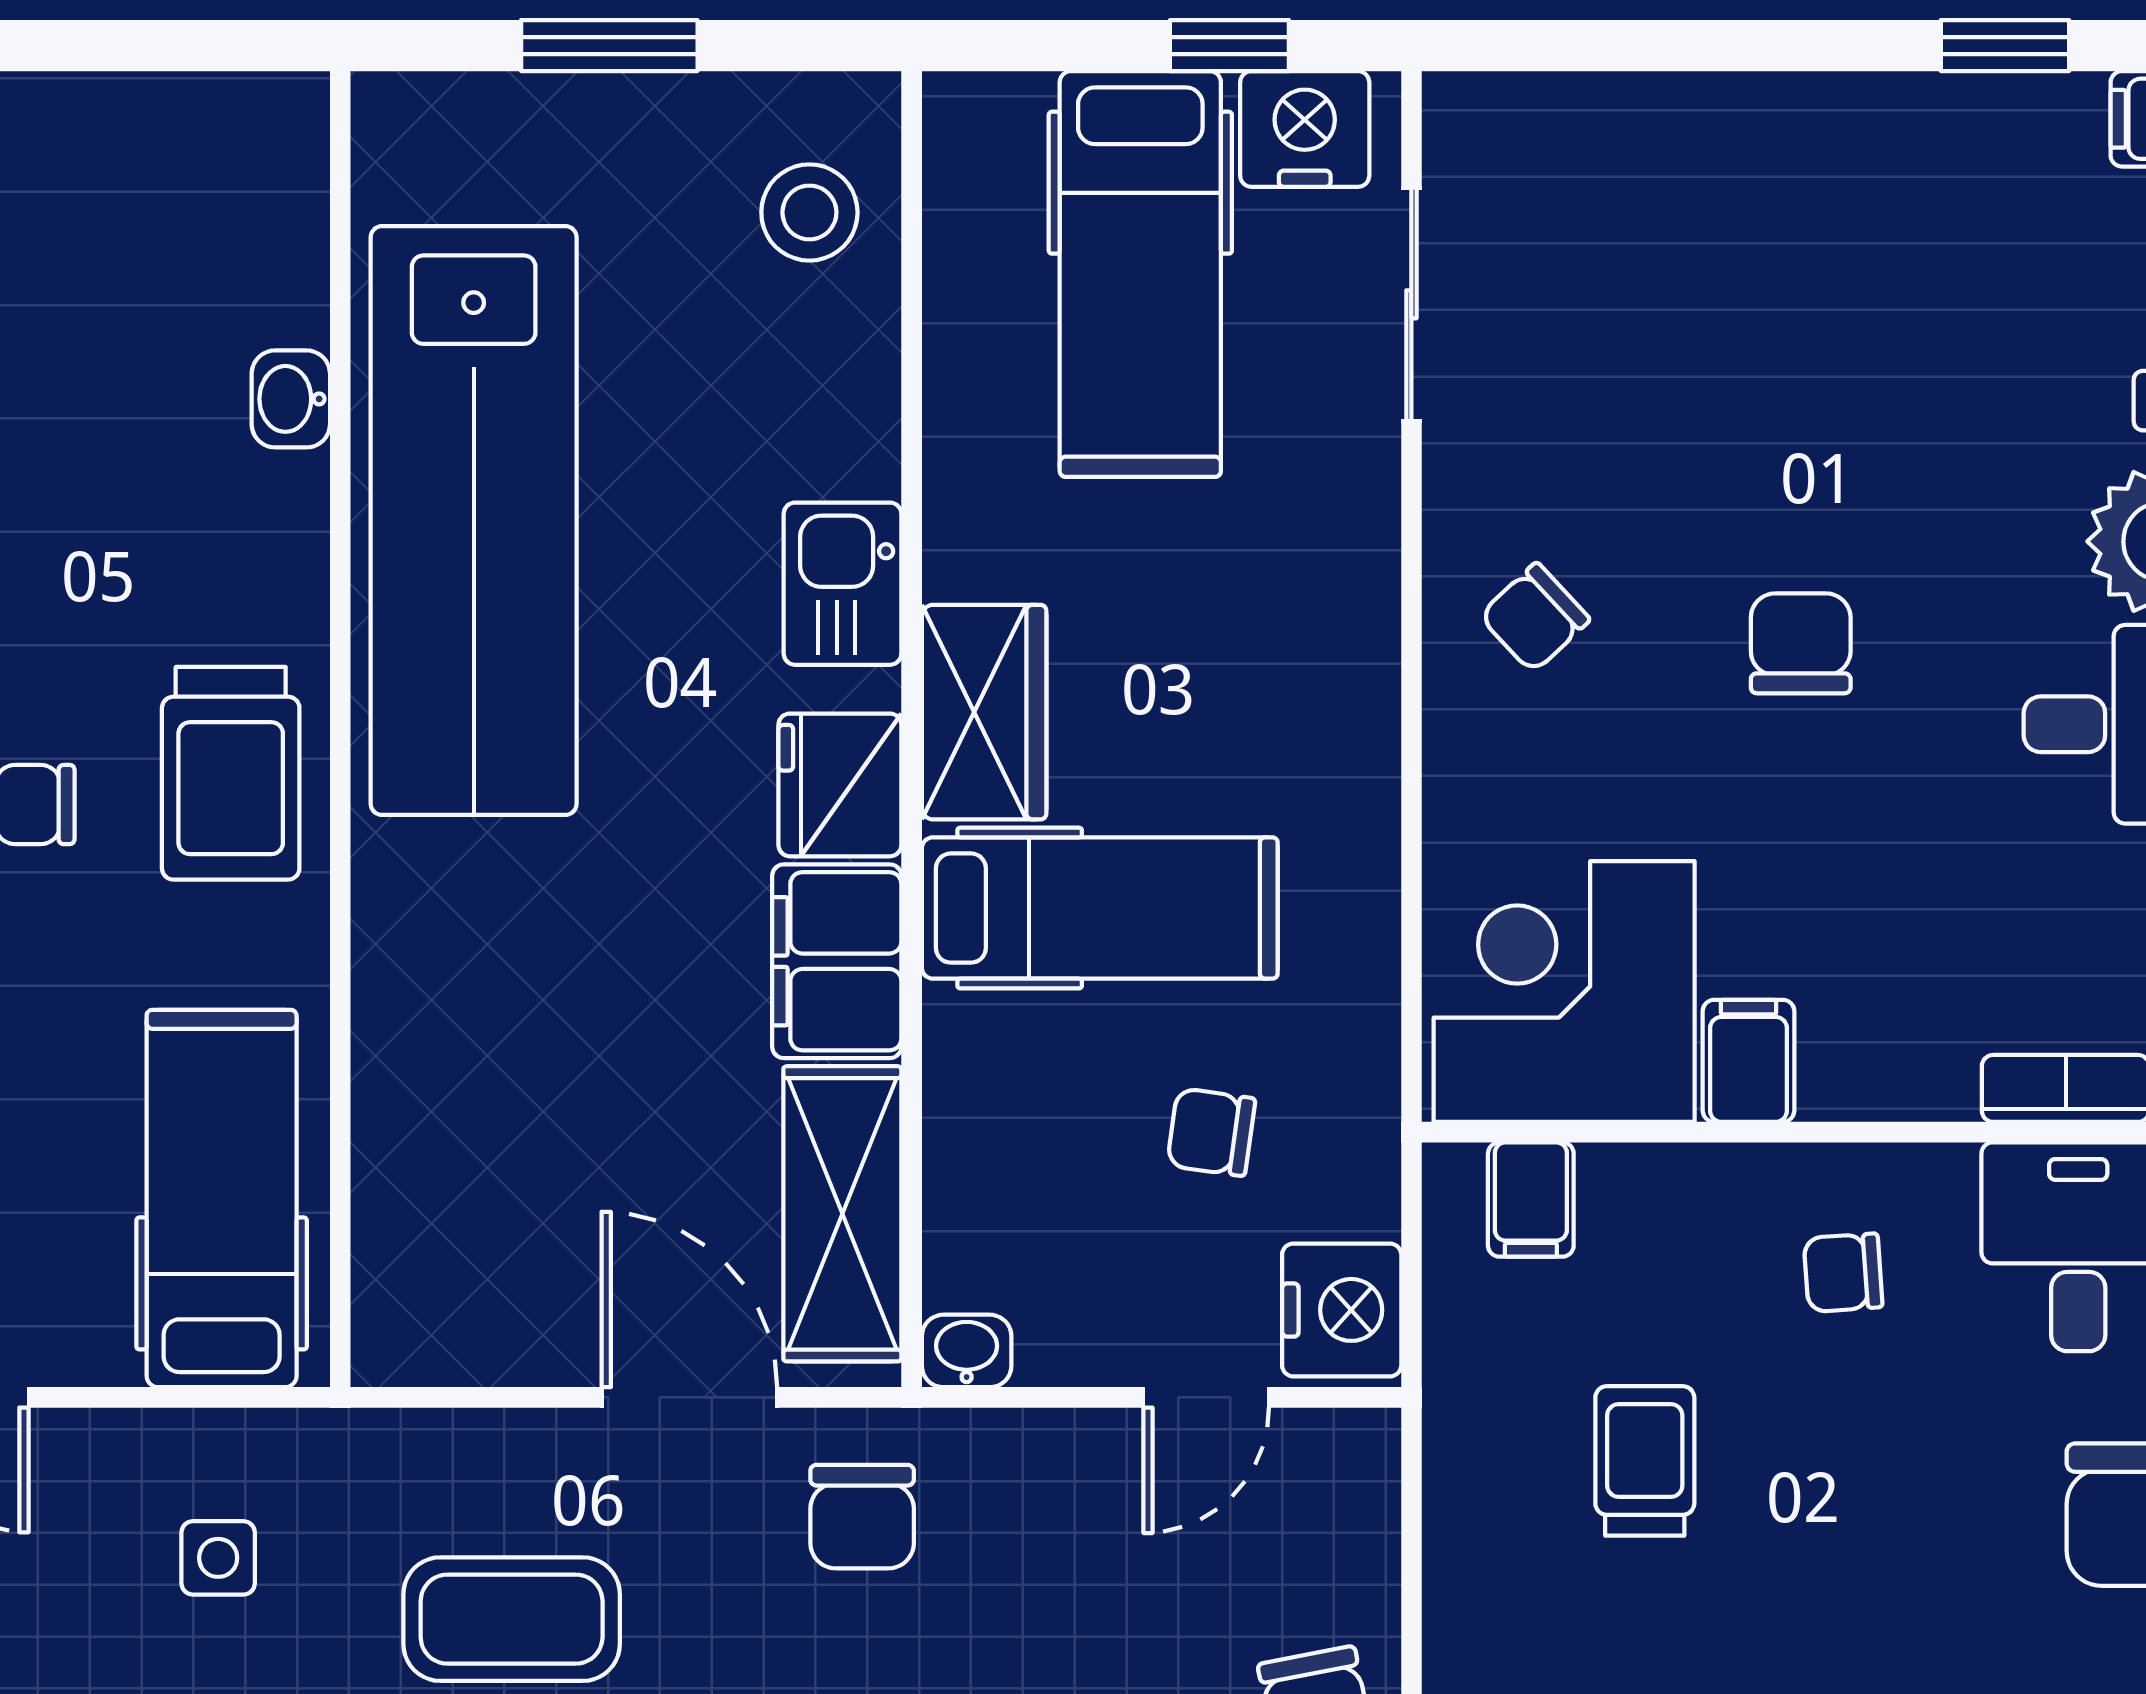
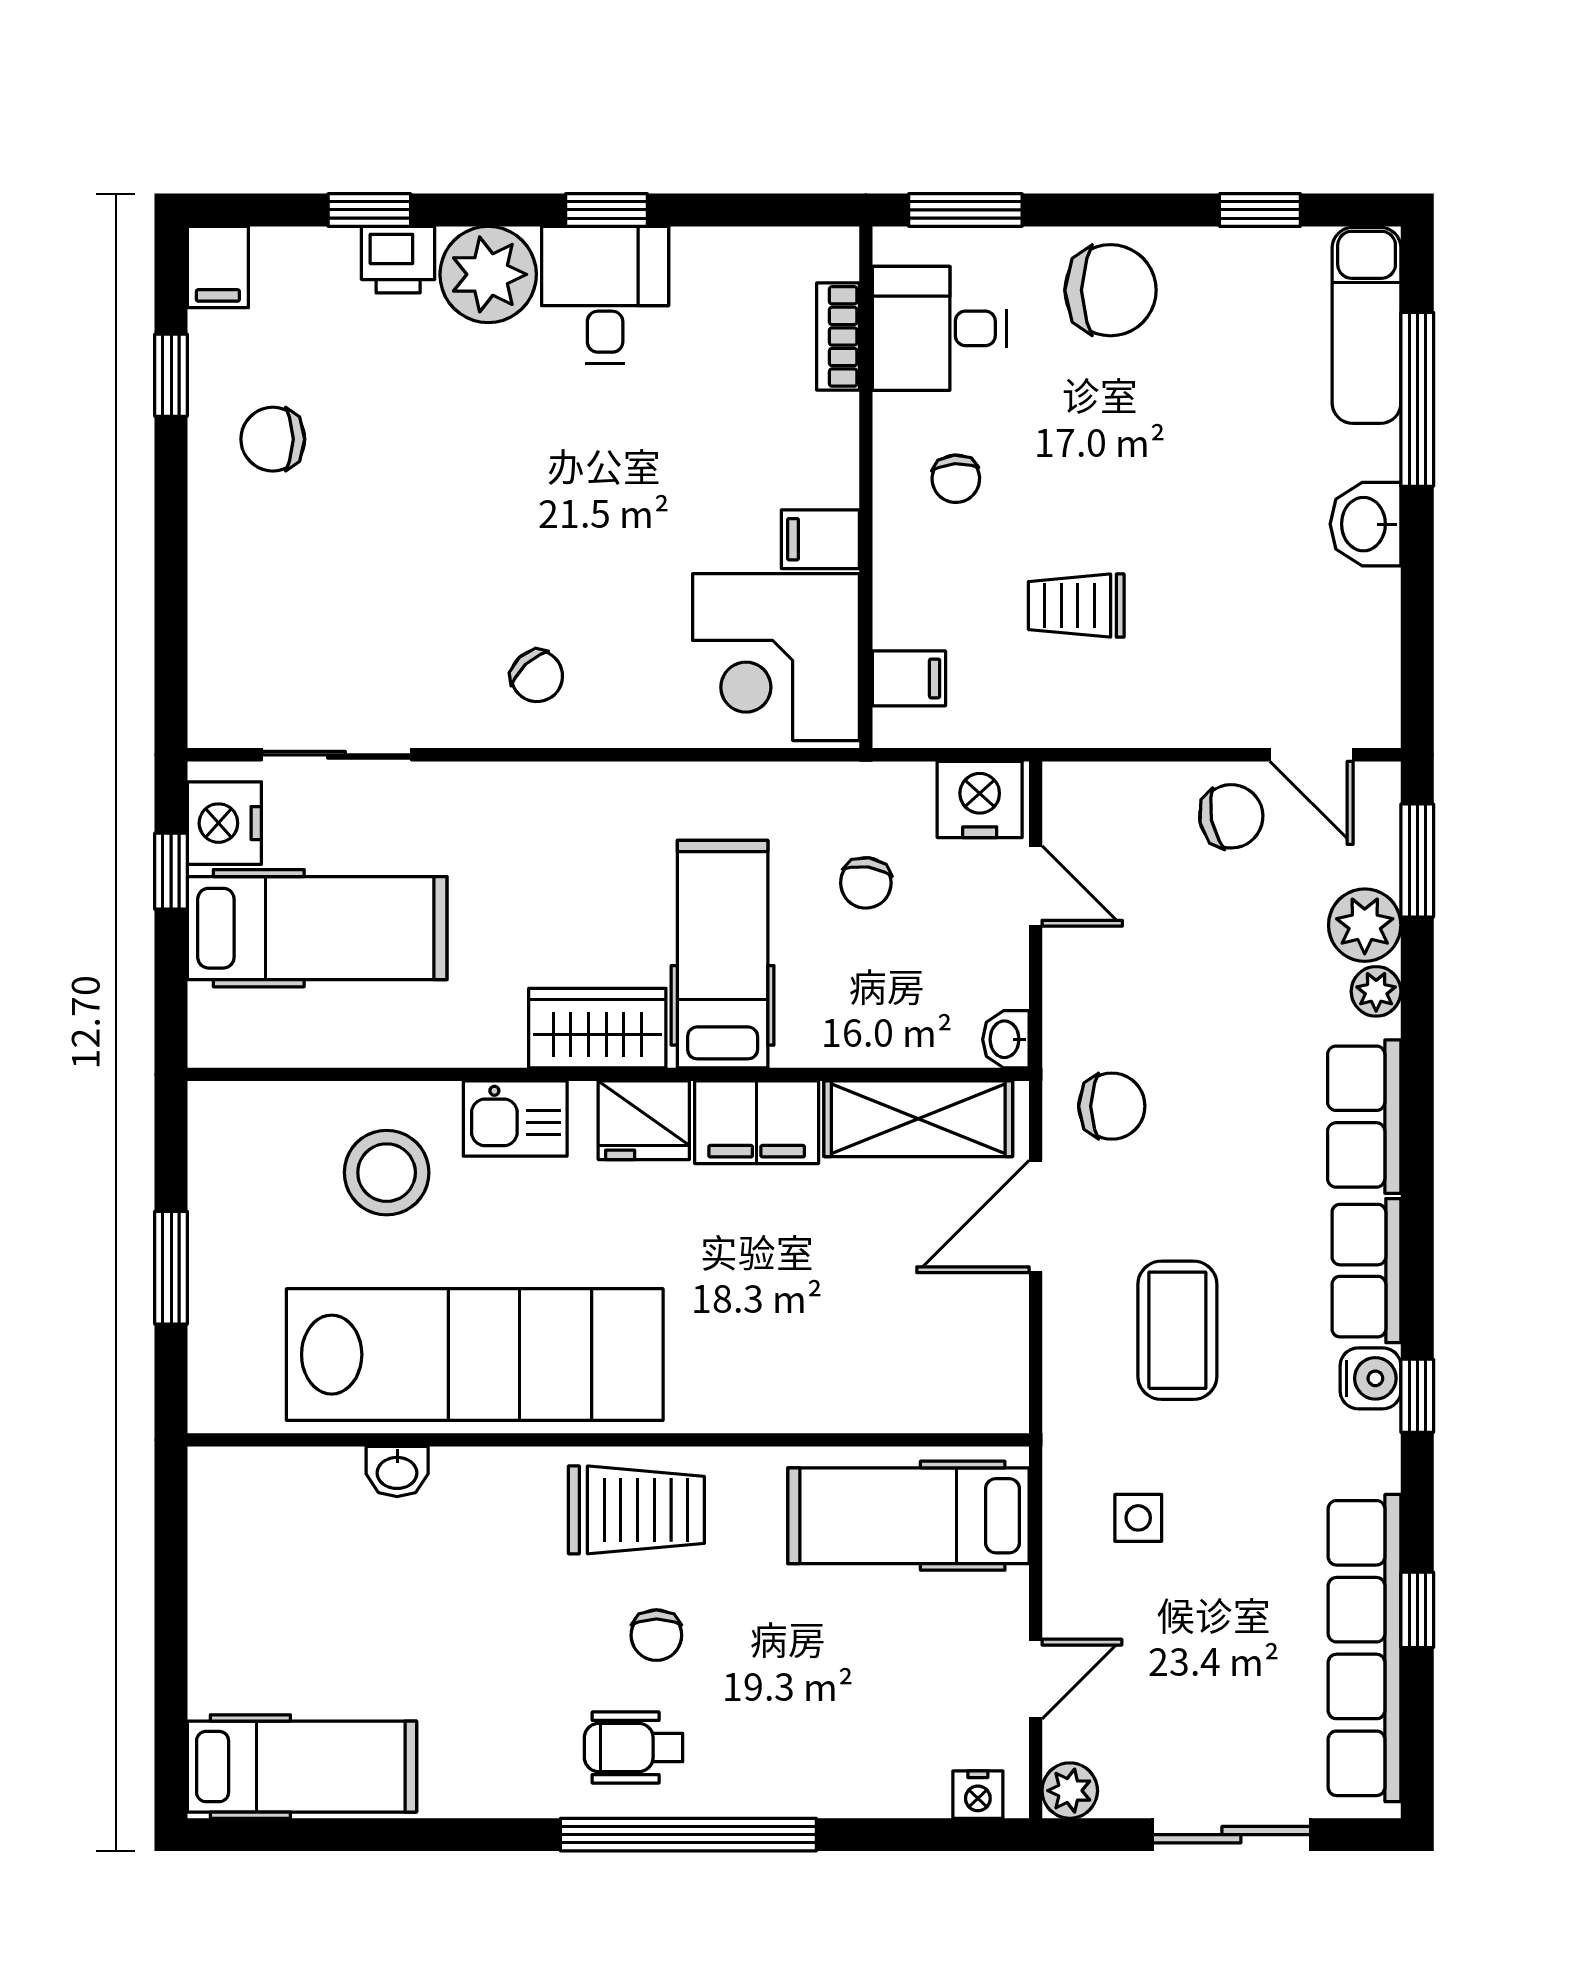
stool: (809, 212) -> (387, 1173), moved, width x1.38, depth x1.38
chair: (1801, 643) -> (273, 439), moved

